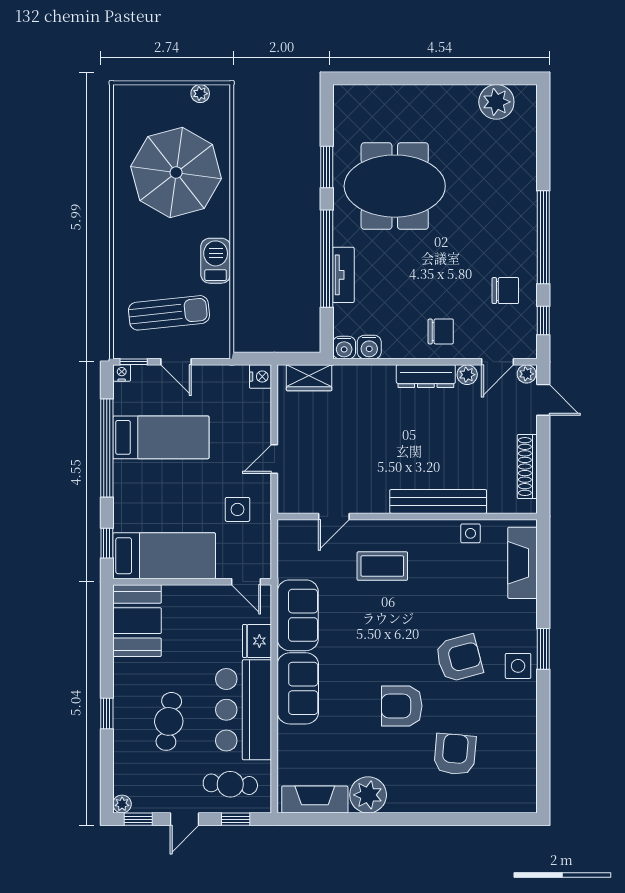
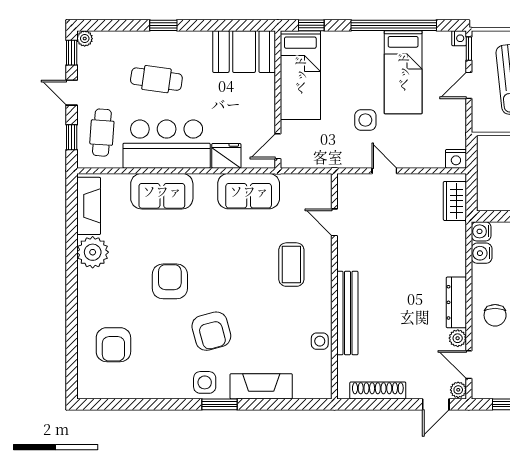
side table: (237, 509) -> (365, 120), moved
fireplace: (523, 563) -> (261, 386), moved
sofa: (298, 688) -> (162, 191), moved
armchair: (455, 754) -> (113, 345), moved, turned 85

